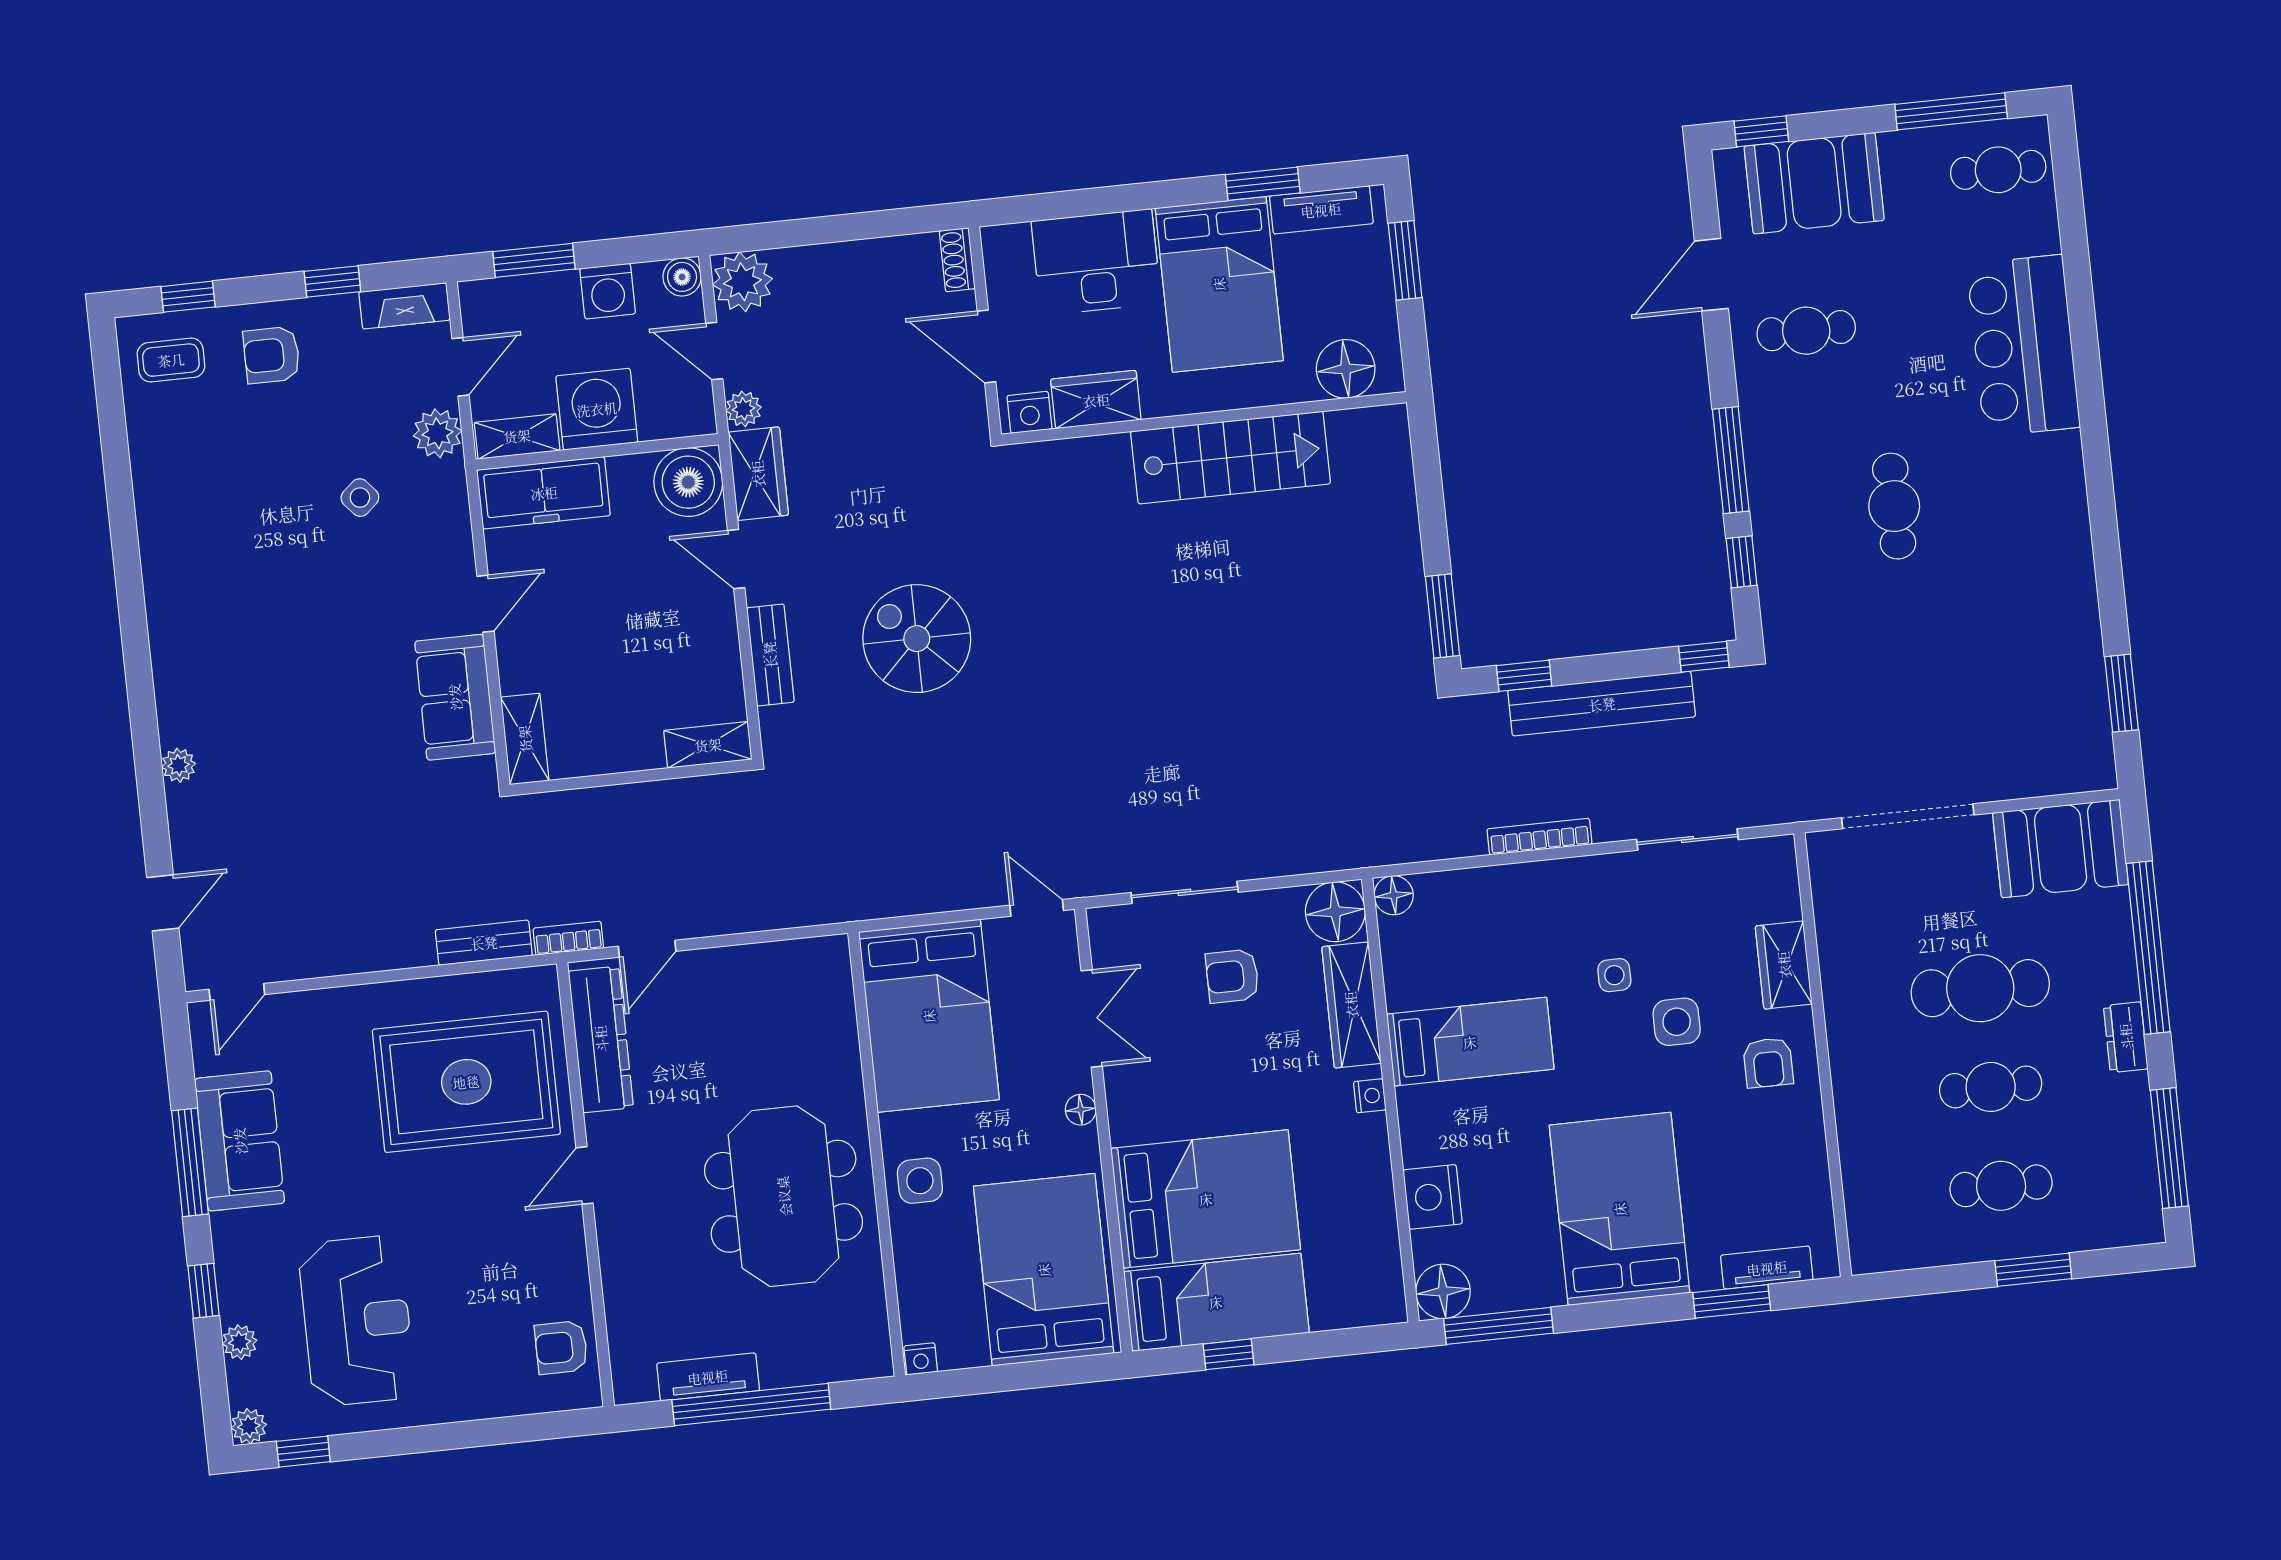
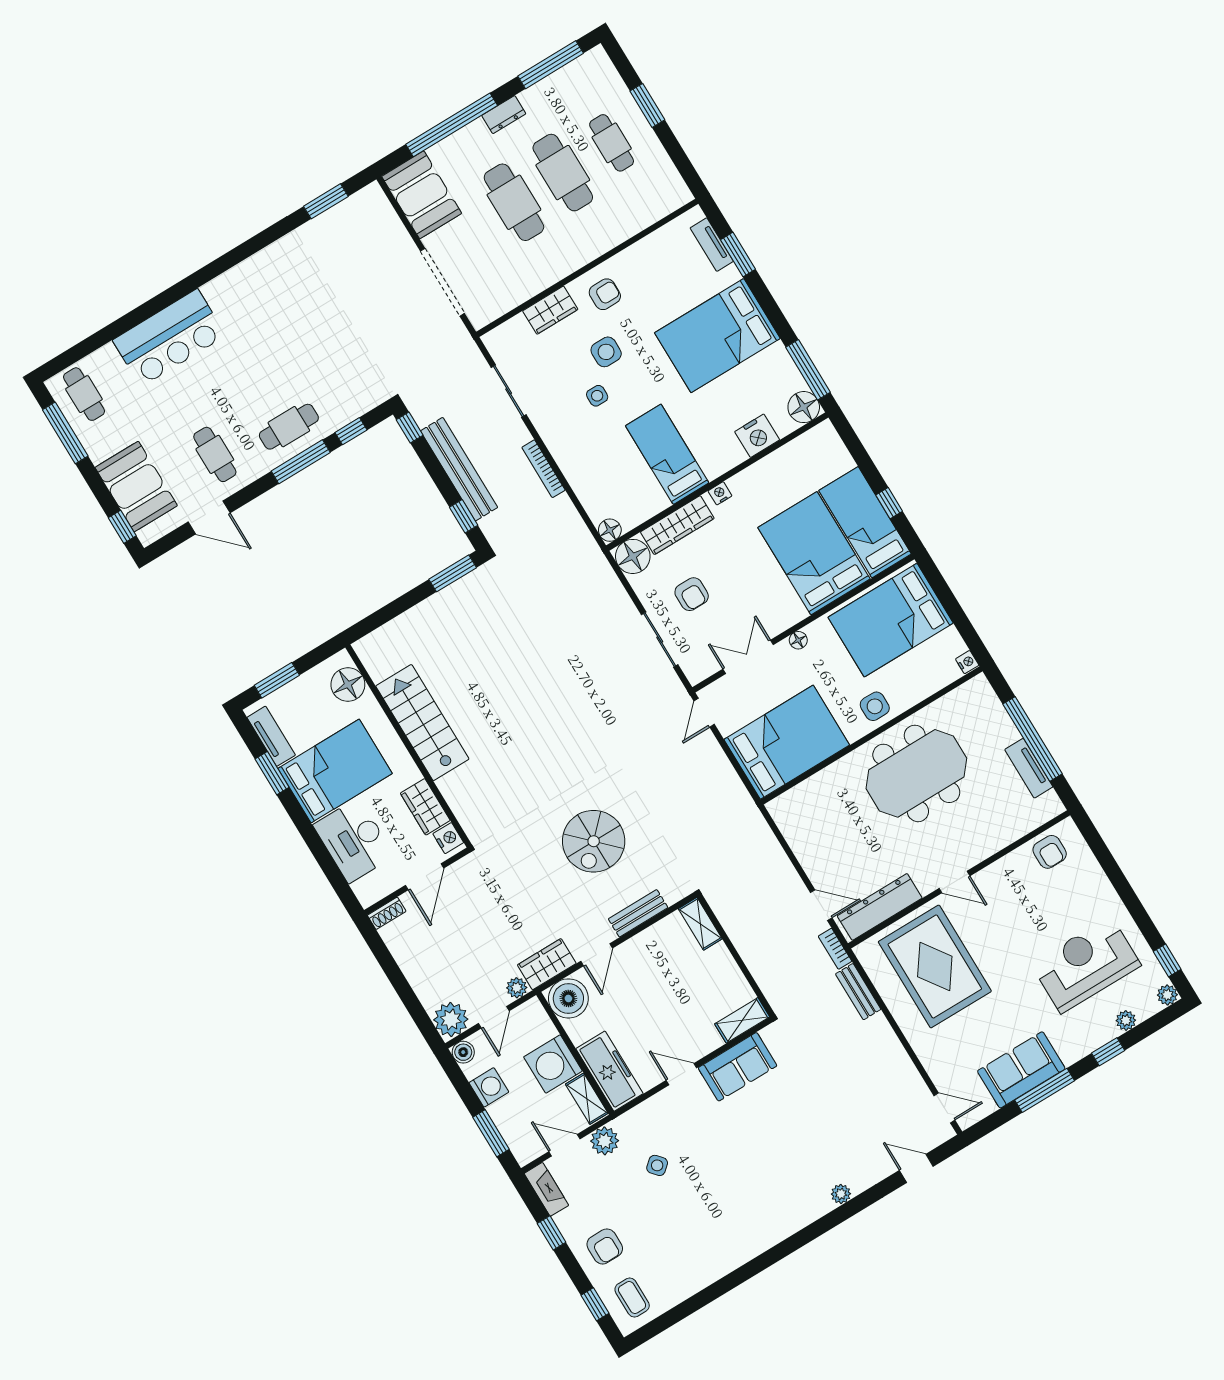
cafe table: (1894, 506) -> (289, 427), moved
cafe table: (1991, 1087) -> (563, 173), width x1.37, depth x1.35

